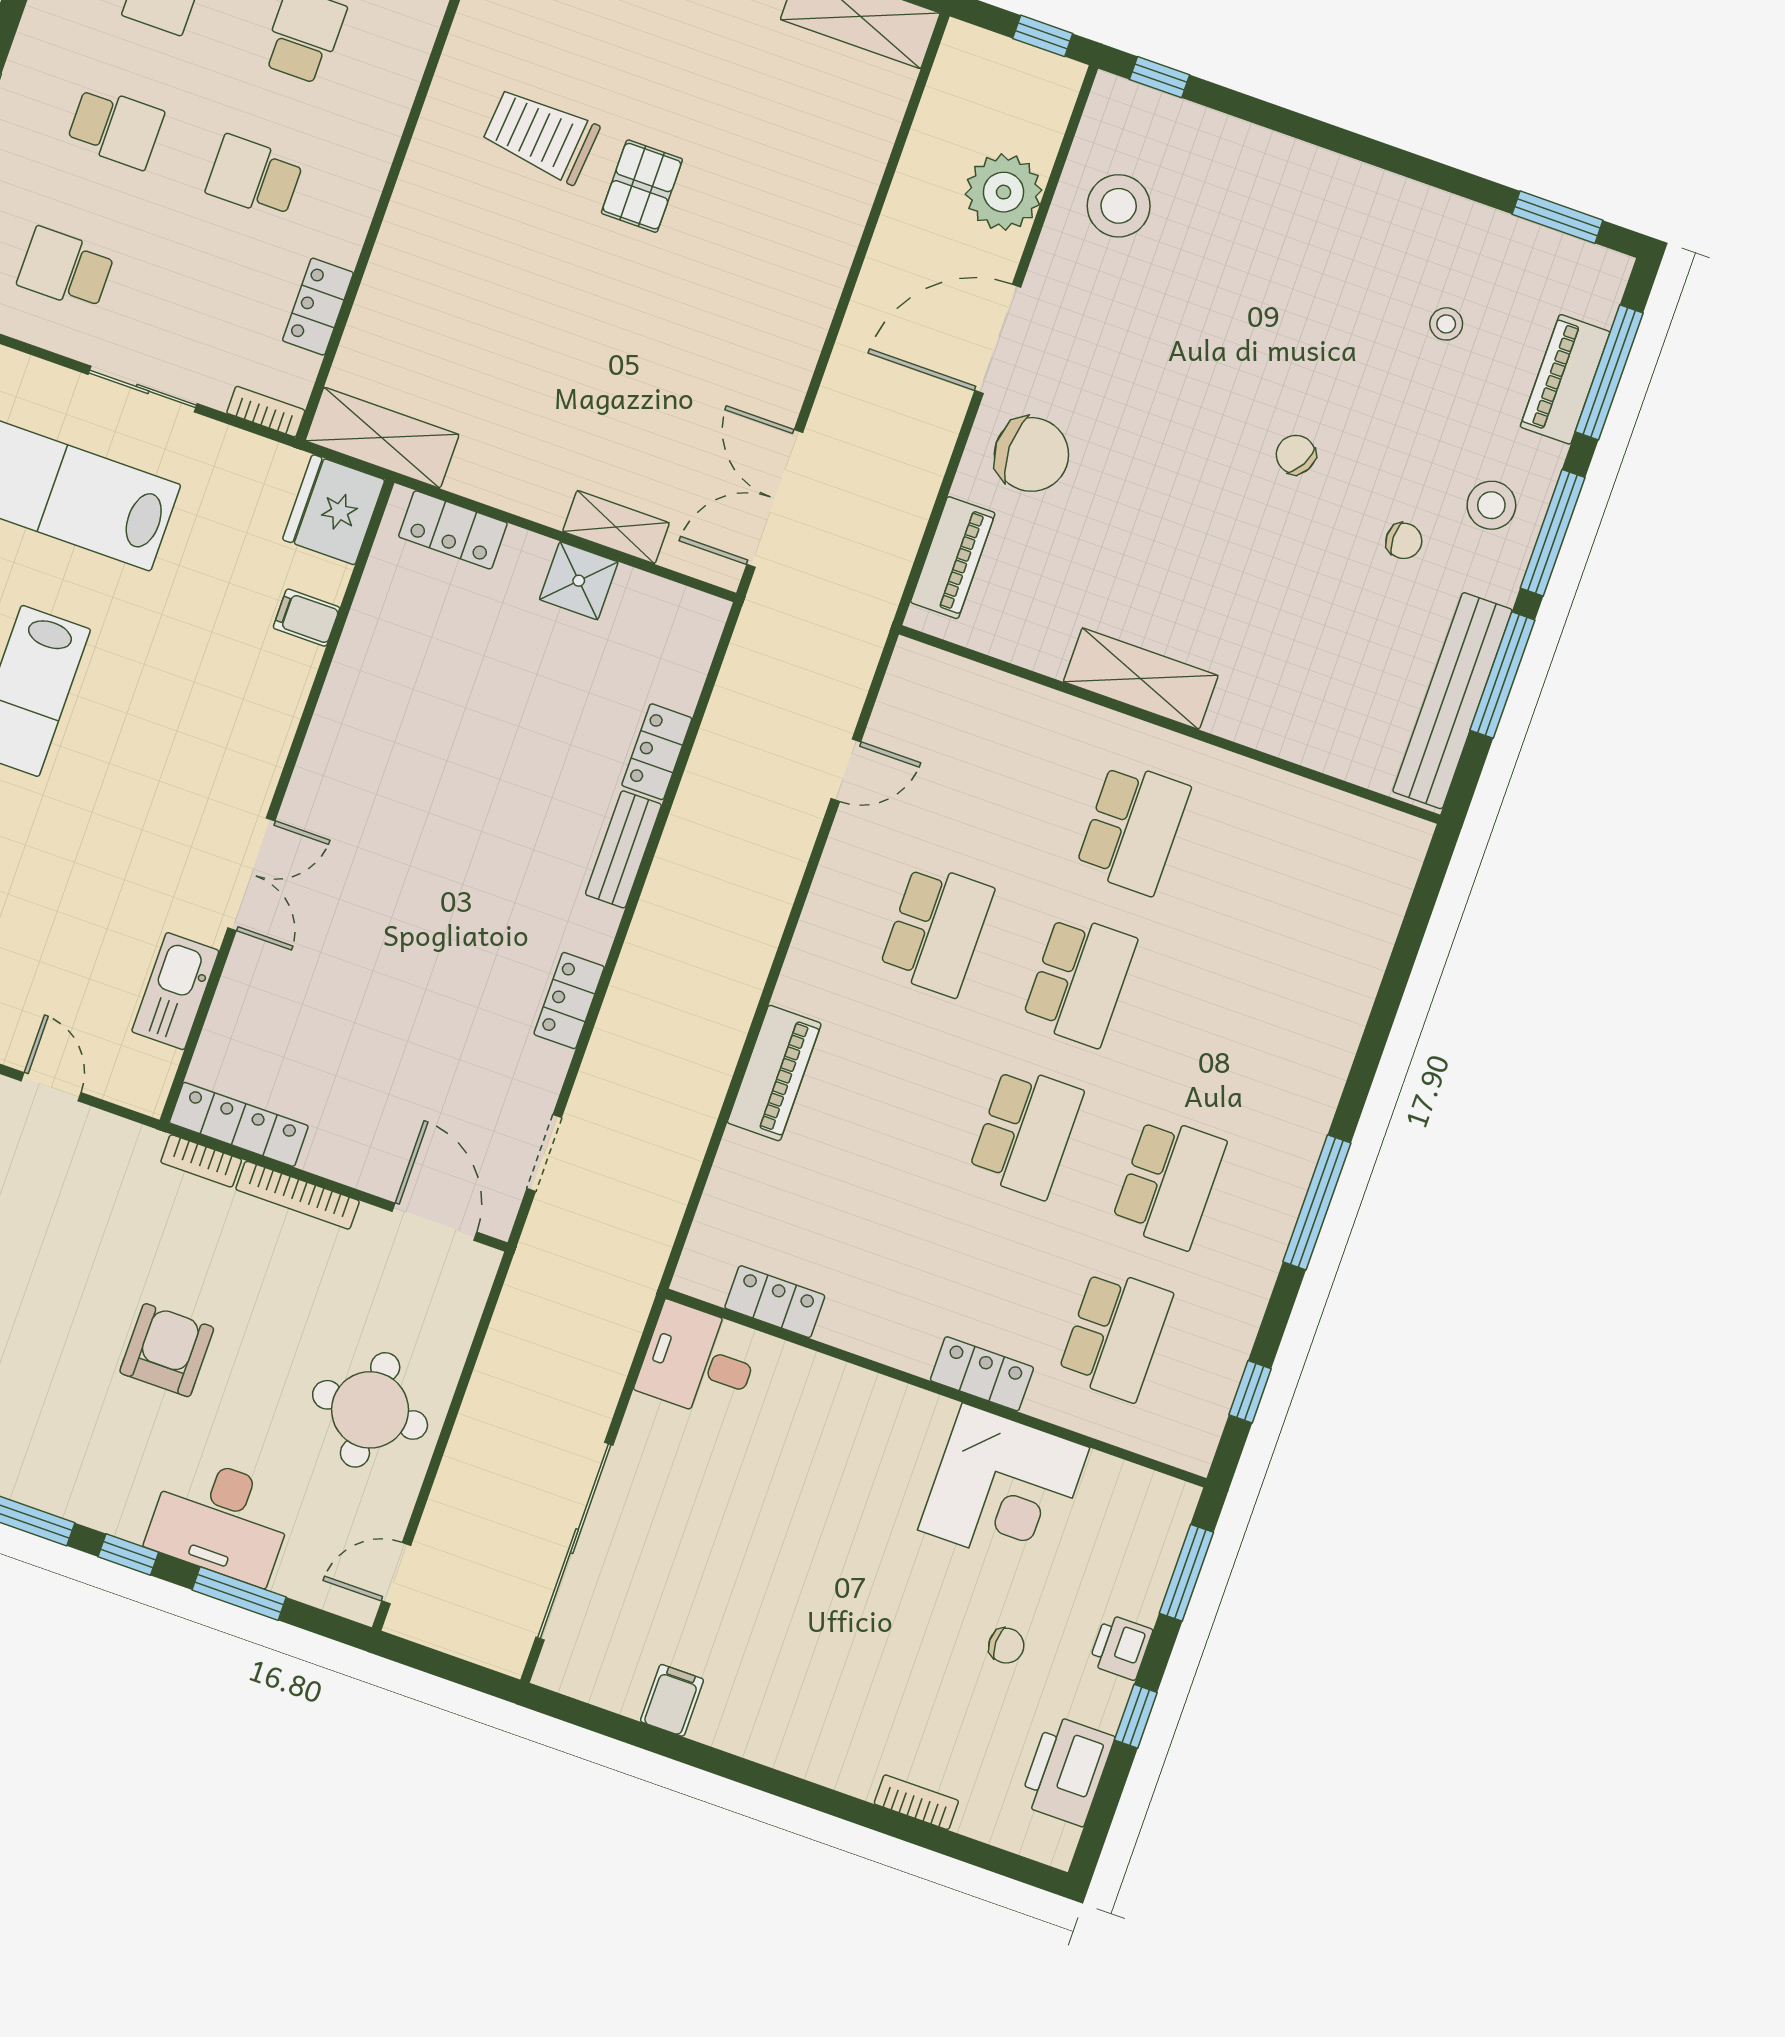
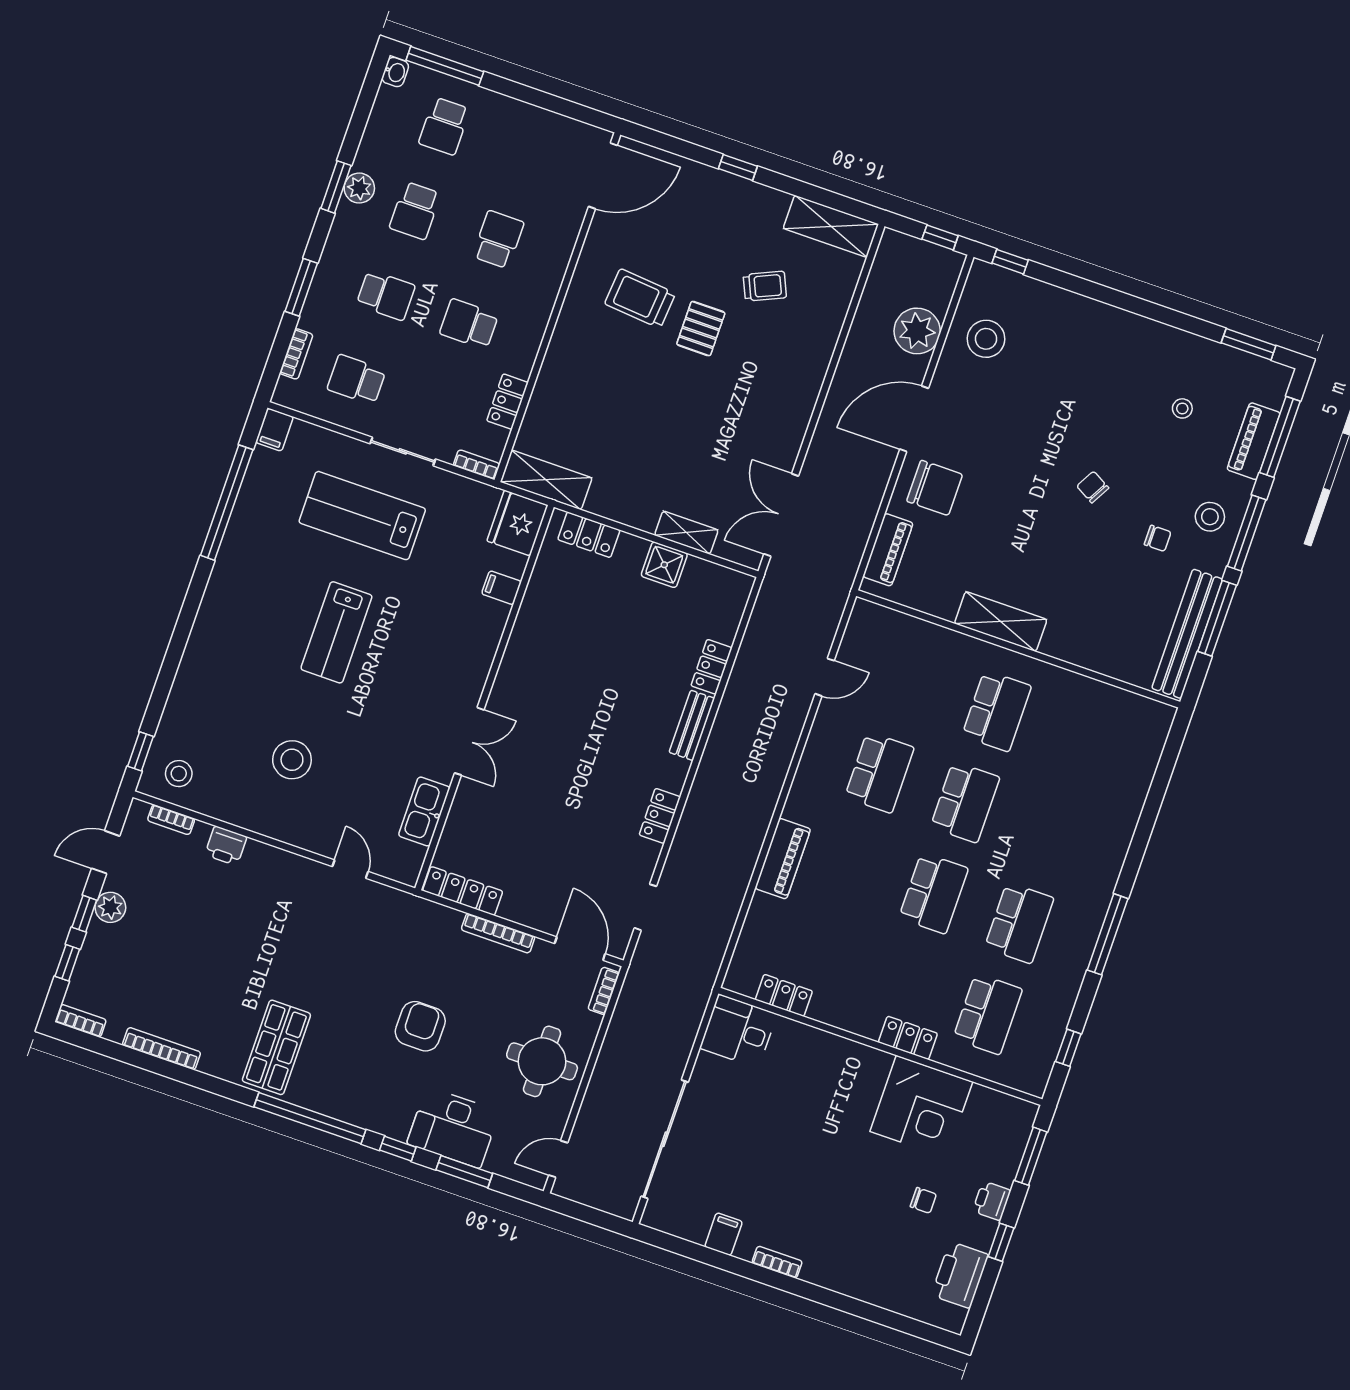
trolley: (749, 116) -> (765, 286), added
bookcase: (201, 1161) -> (604, 991), moved, turned 90
bookcase: (916, 1802) -> (777, 1262), moved

